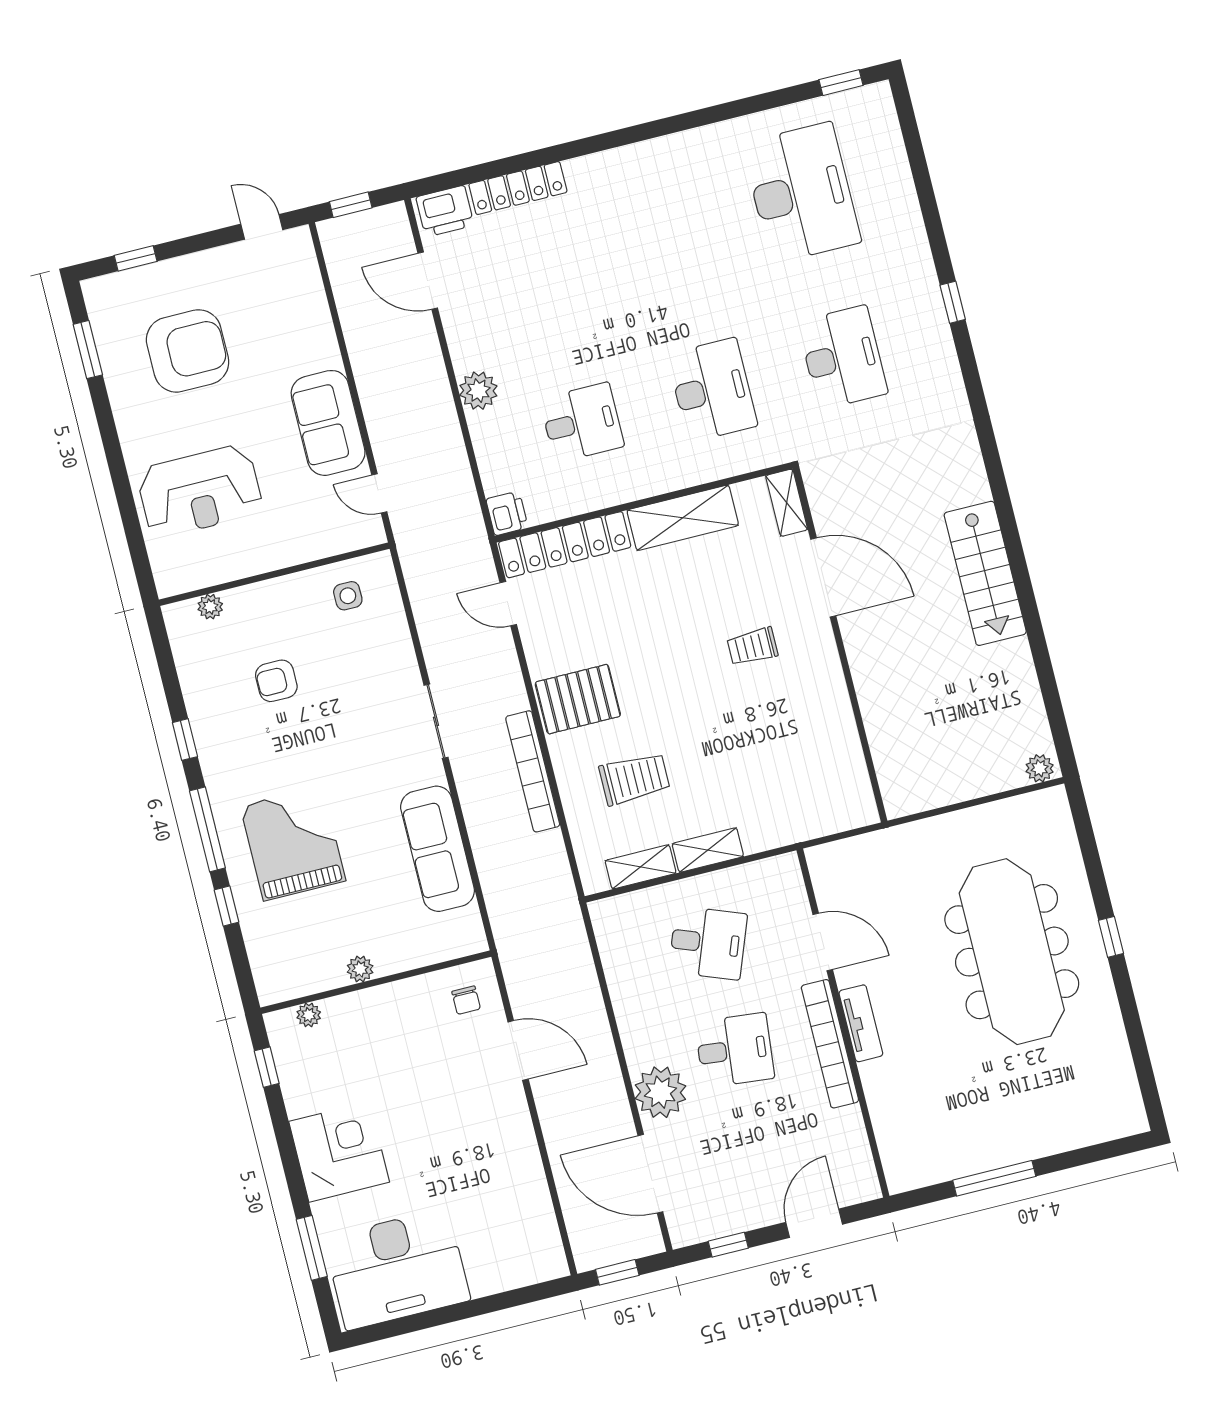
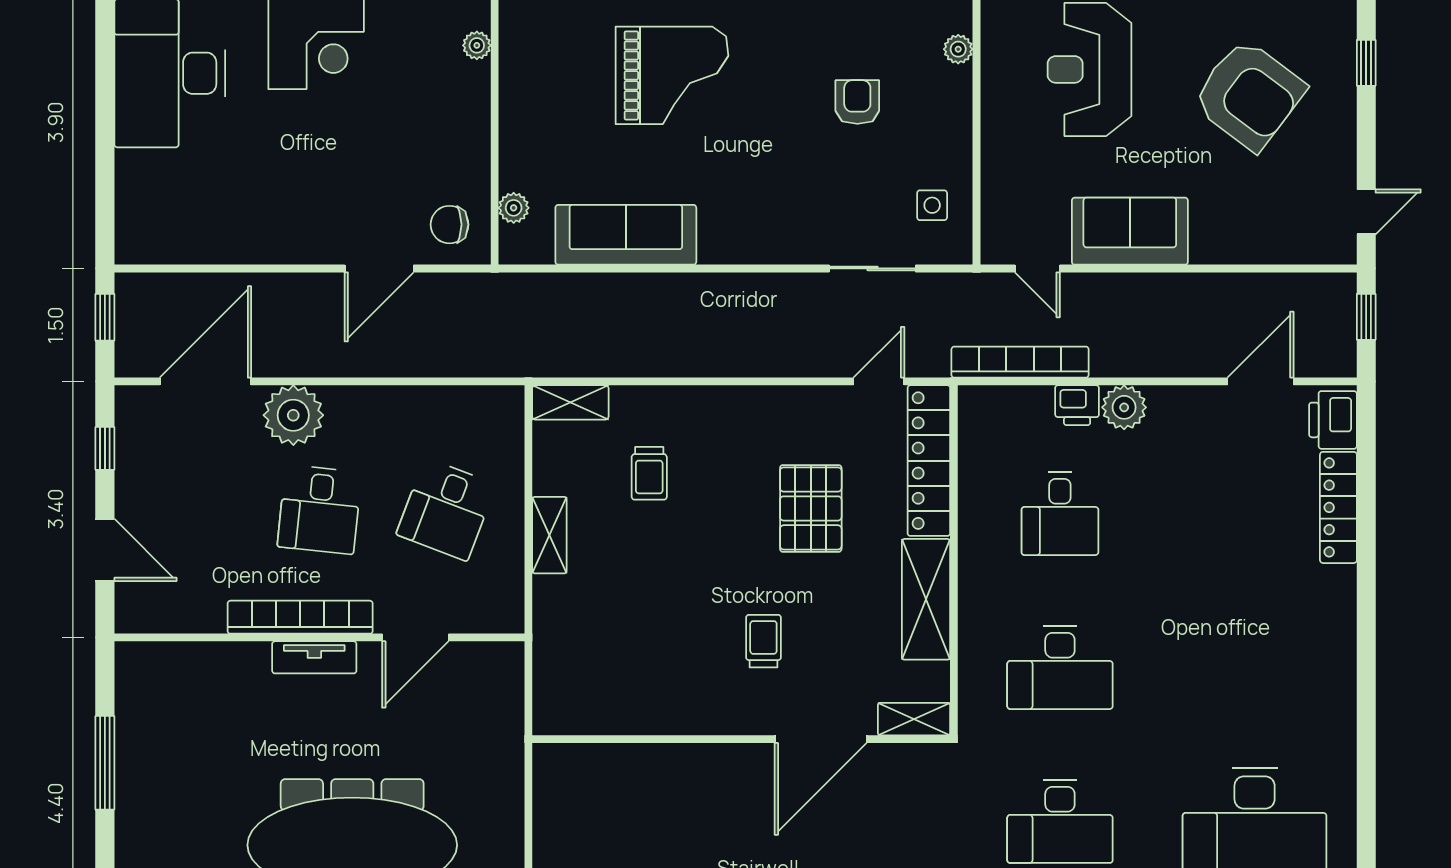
armchair: (188, 351) -> (1249, 95), turned -53
door: (379, 493) -> (1037, 268), swing flipped
printer: (507, 513) -> (1077, 405), moved
pallet: (578, 699) -> (811, 508), moved
sliding door: (436, 721) -> (872, 268), moved
bookcase: (533, 771) -> (1020, 362), moved
trolley: (634, 779) -> (649, 473), width x0.73, depth x0.72
shelving: (641, 867) -> (570, 402), moved, turned 90
plant: (360, 969) -> (514, 208), moved
chair: (466, 1000) -> (449, 225), width x1.37, depth x1.37

